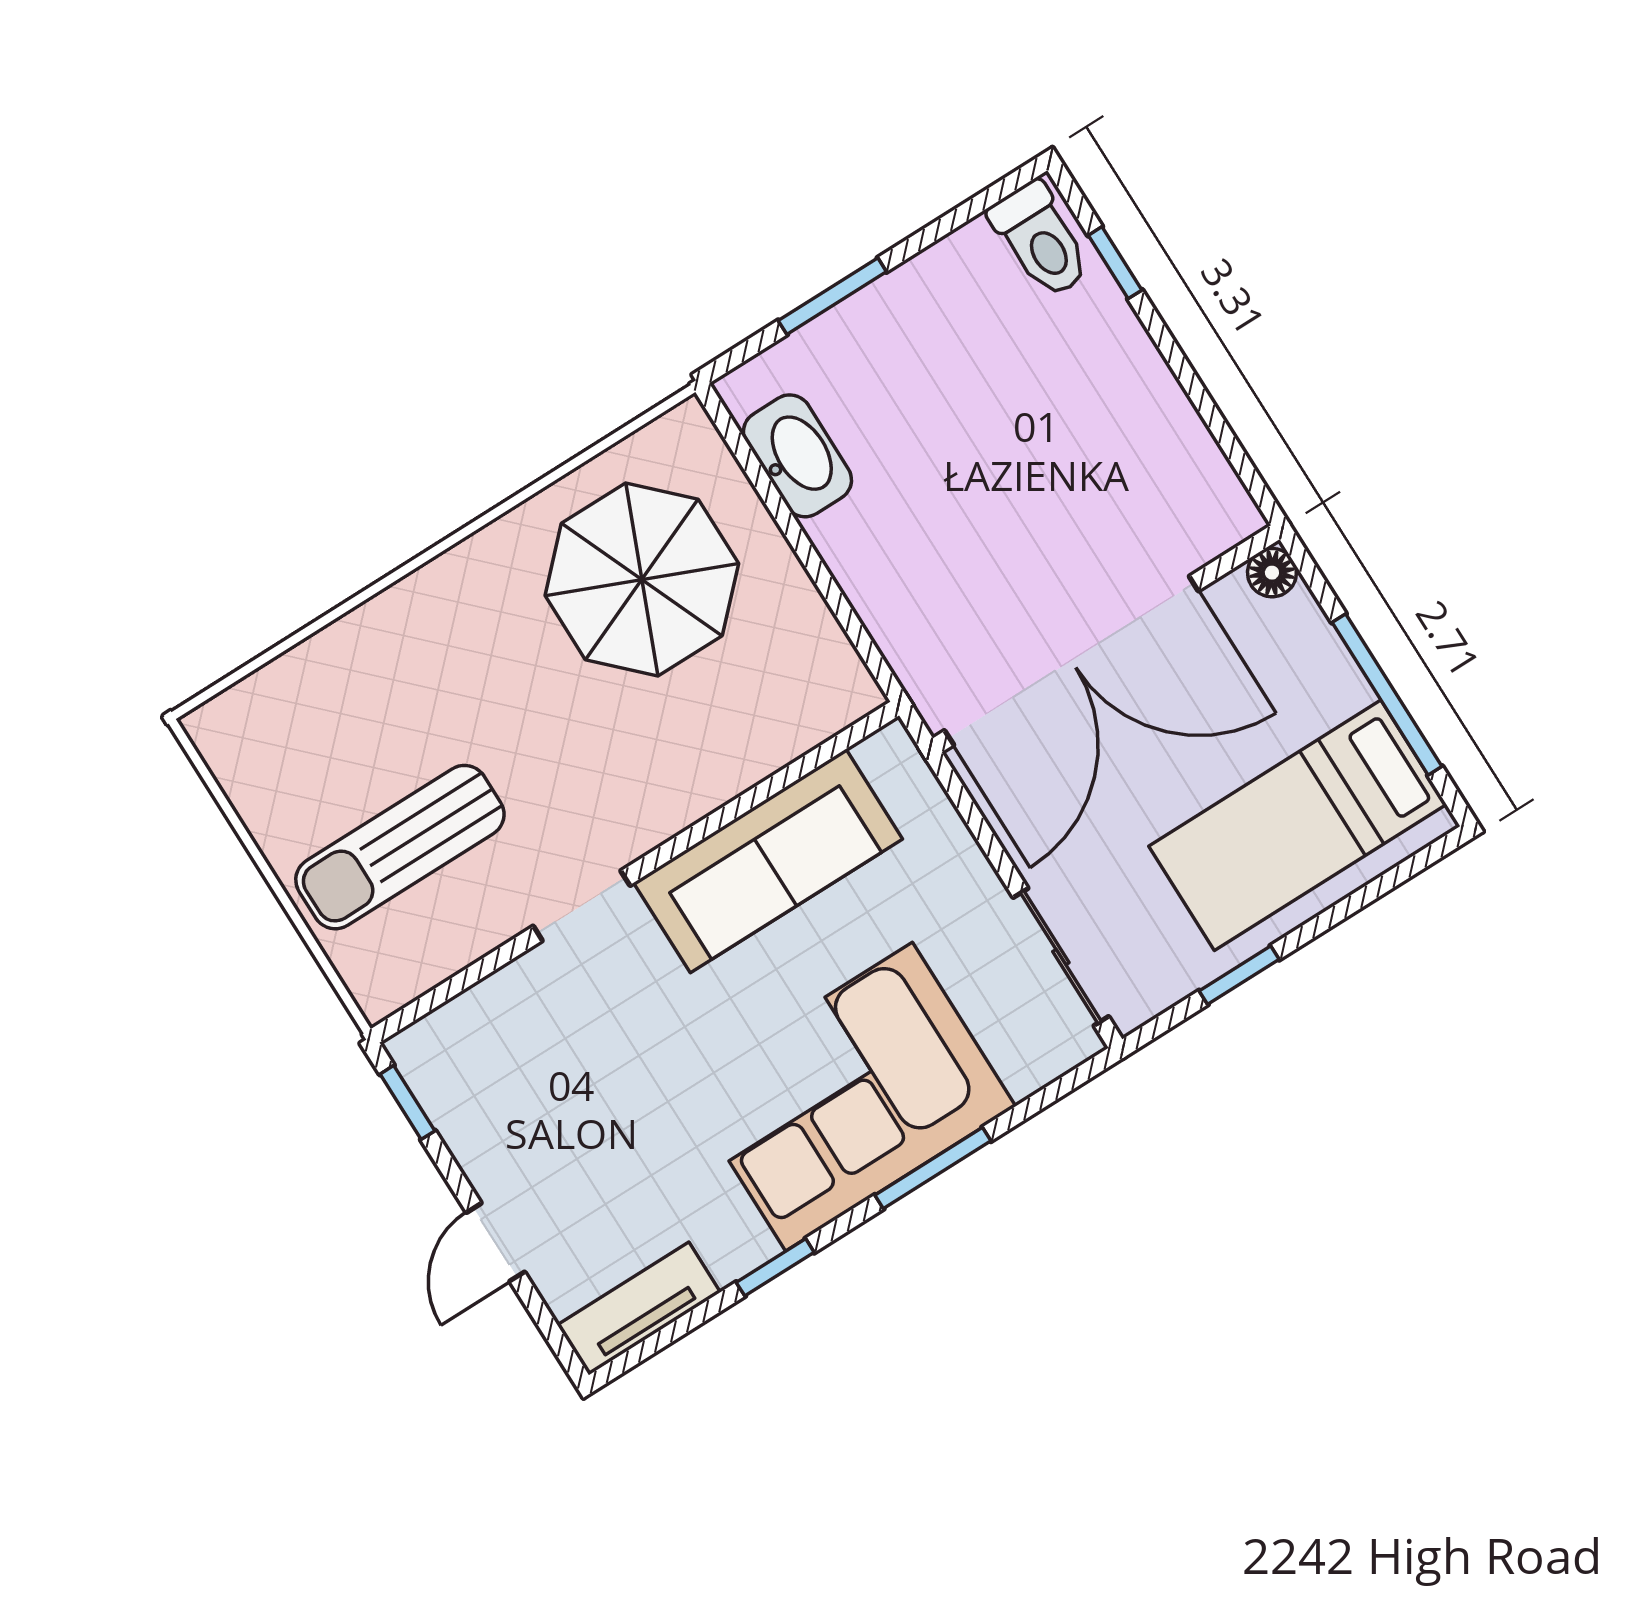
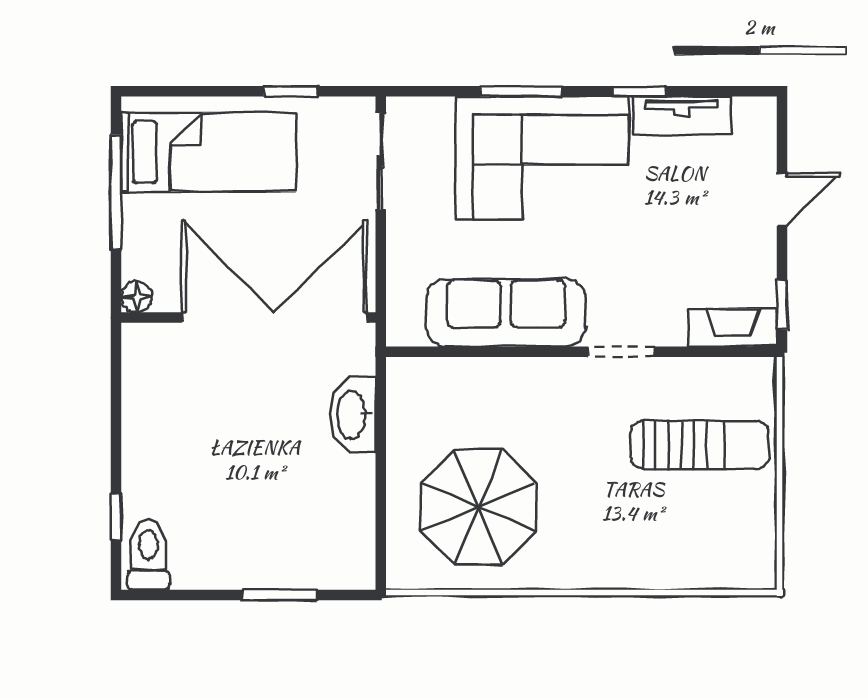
washbasin: (797, 456) -> (353, 415), moved
fireplace: (454, 1031) -> (733, 328), added
tv unit: (639, 1309) -> (682, 115), moved

